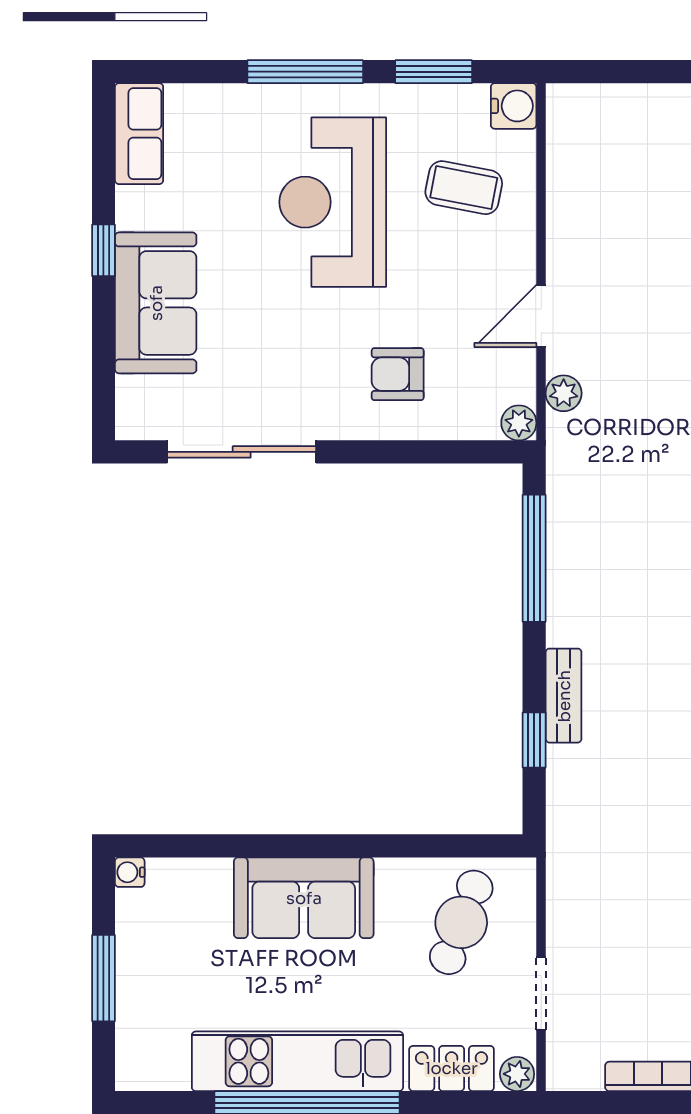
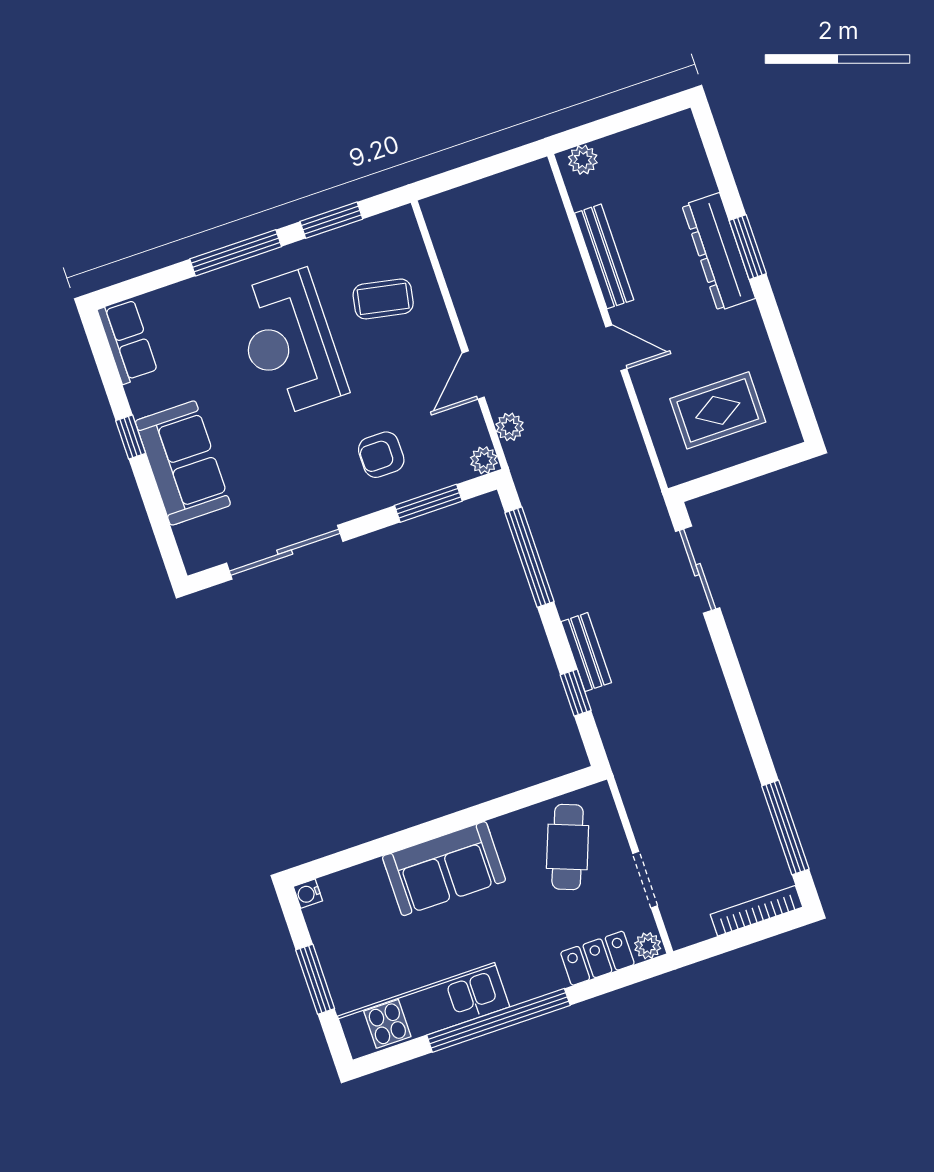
water cooler: (514, 106) -> (400, 225), removed
window: (434, 452) -> (428, 503), added
kitchen unit: (297, 1061) -> (424, 1011), moved

